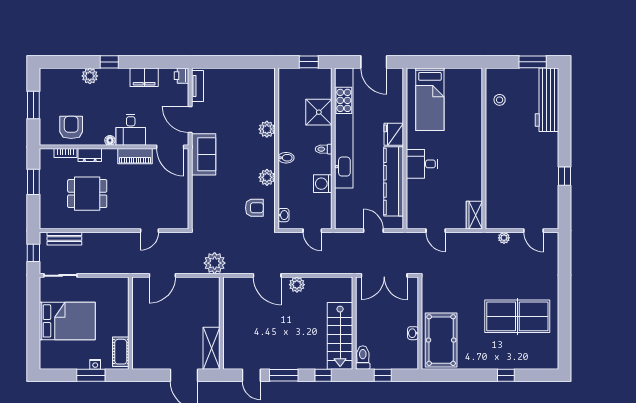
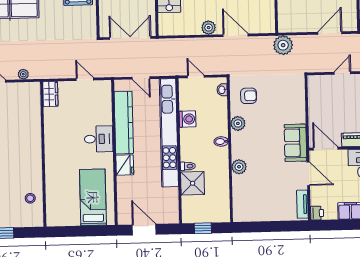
kitchen unit: (344, 128) -> (169, 133), moved
toilet: (324, 149) -> (188, 166), moved
armchair: (254, 208) -> (249, 96), turned 180

